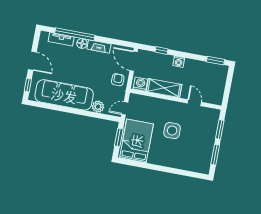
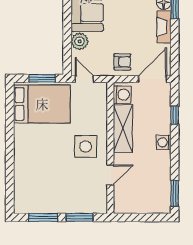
side table: (172, 131) -> (86, 146), moved

